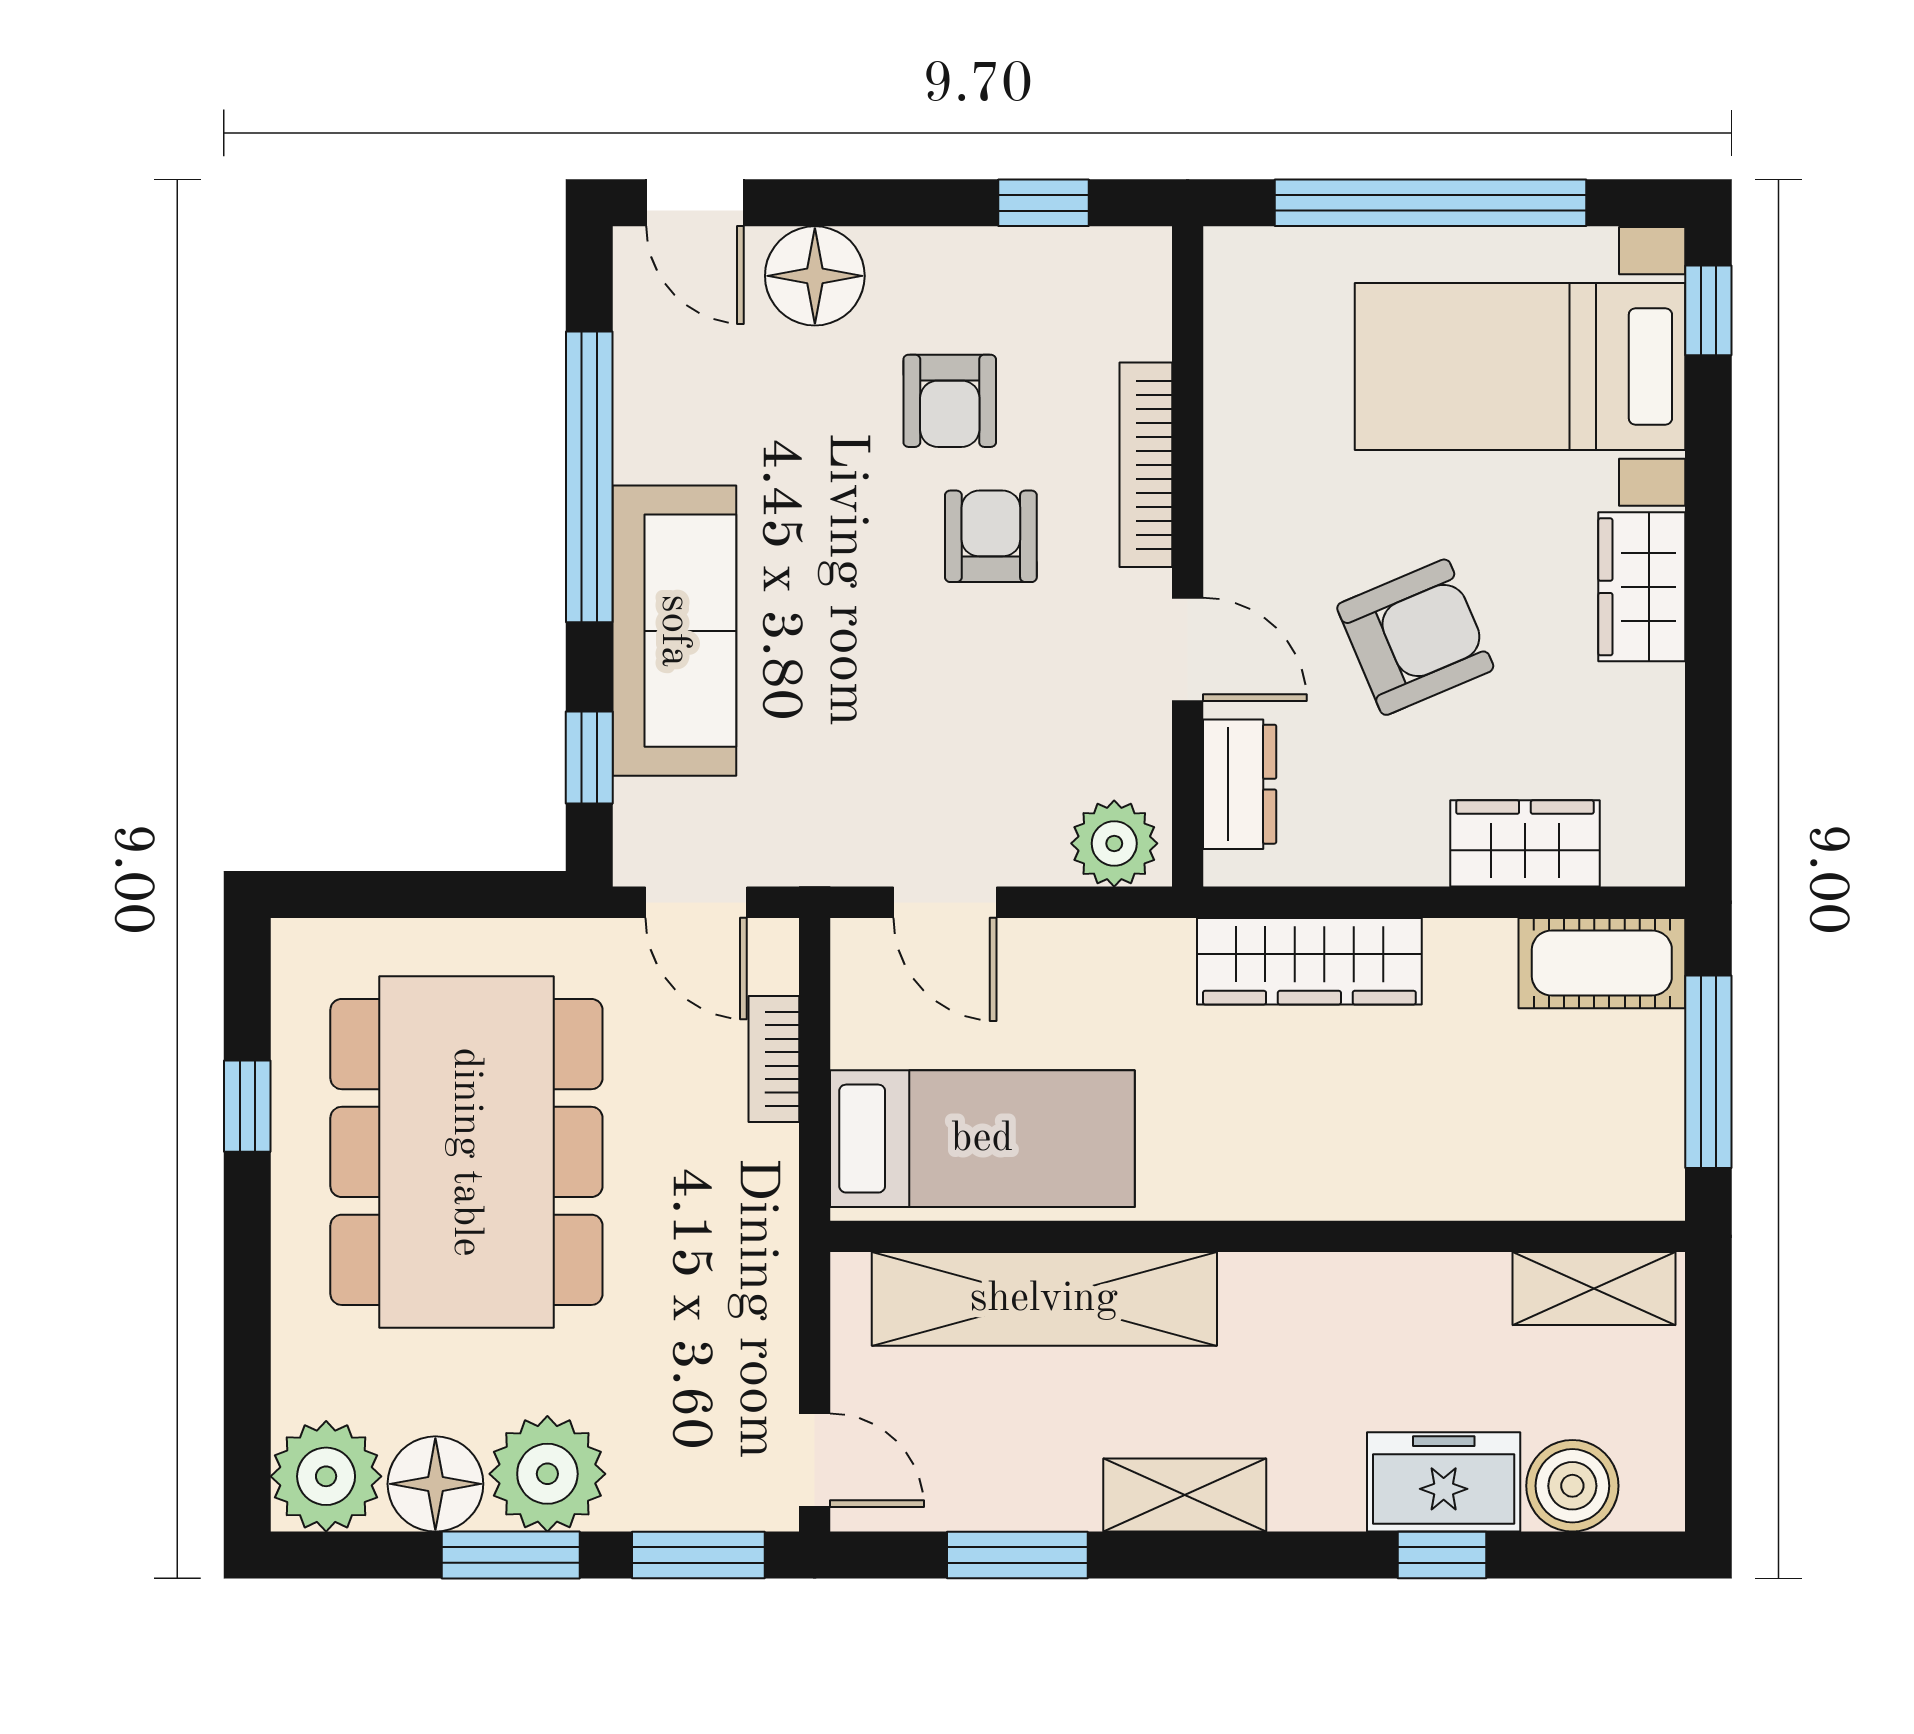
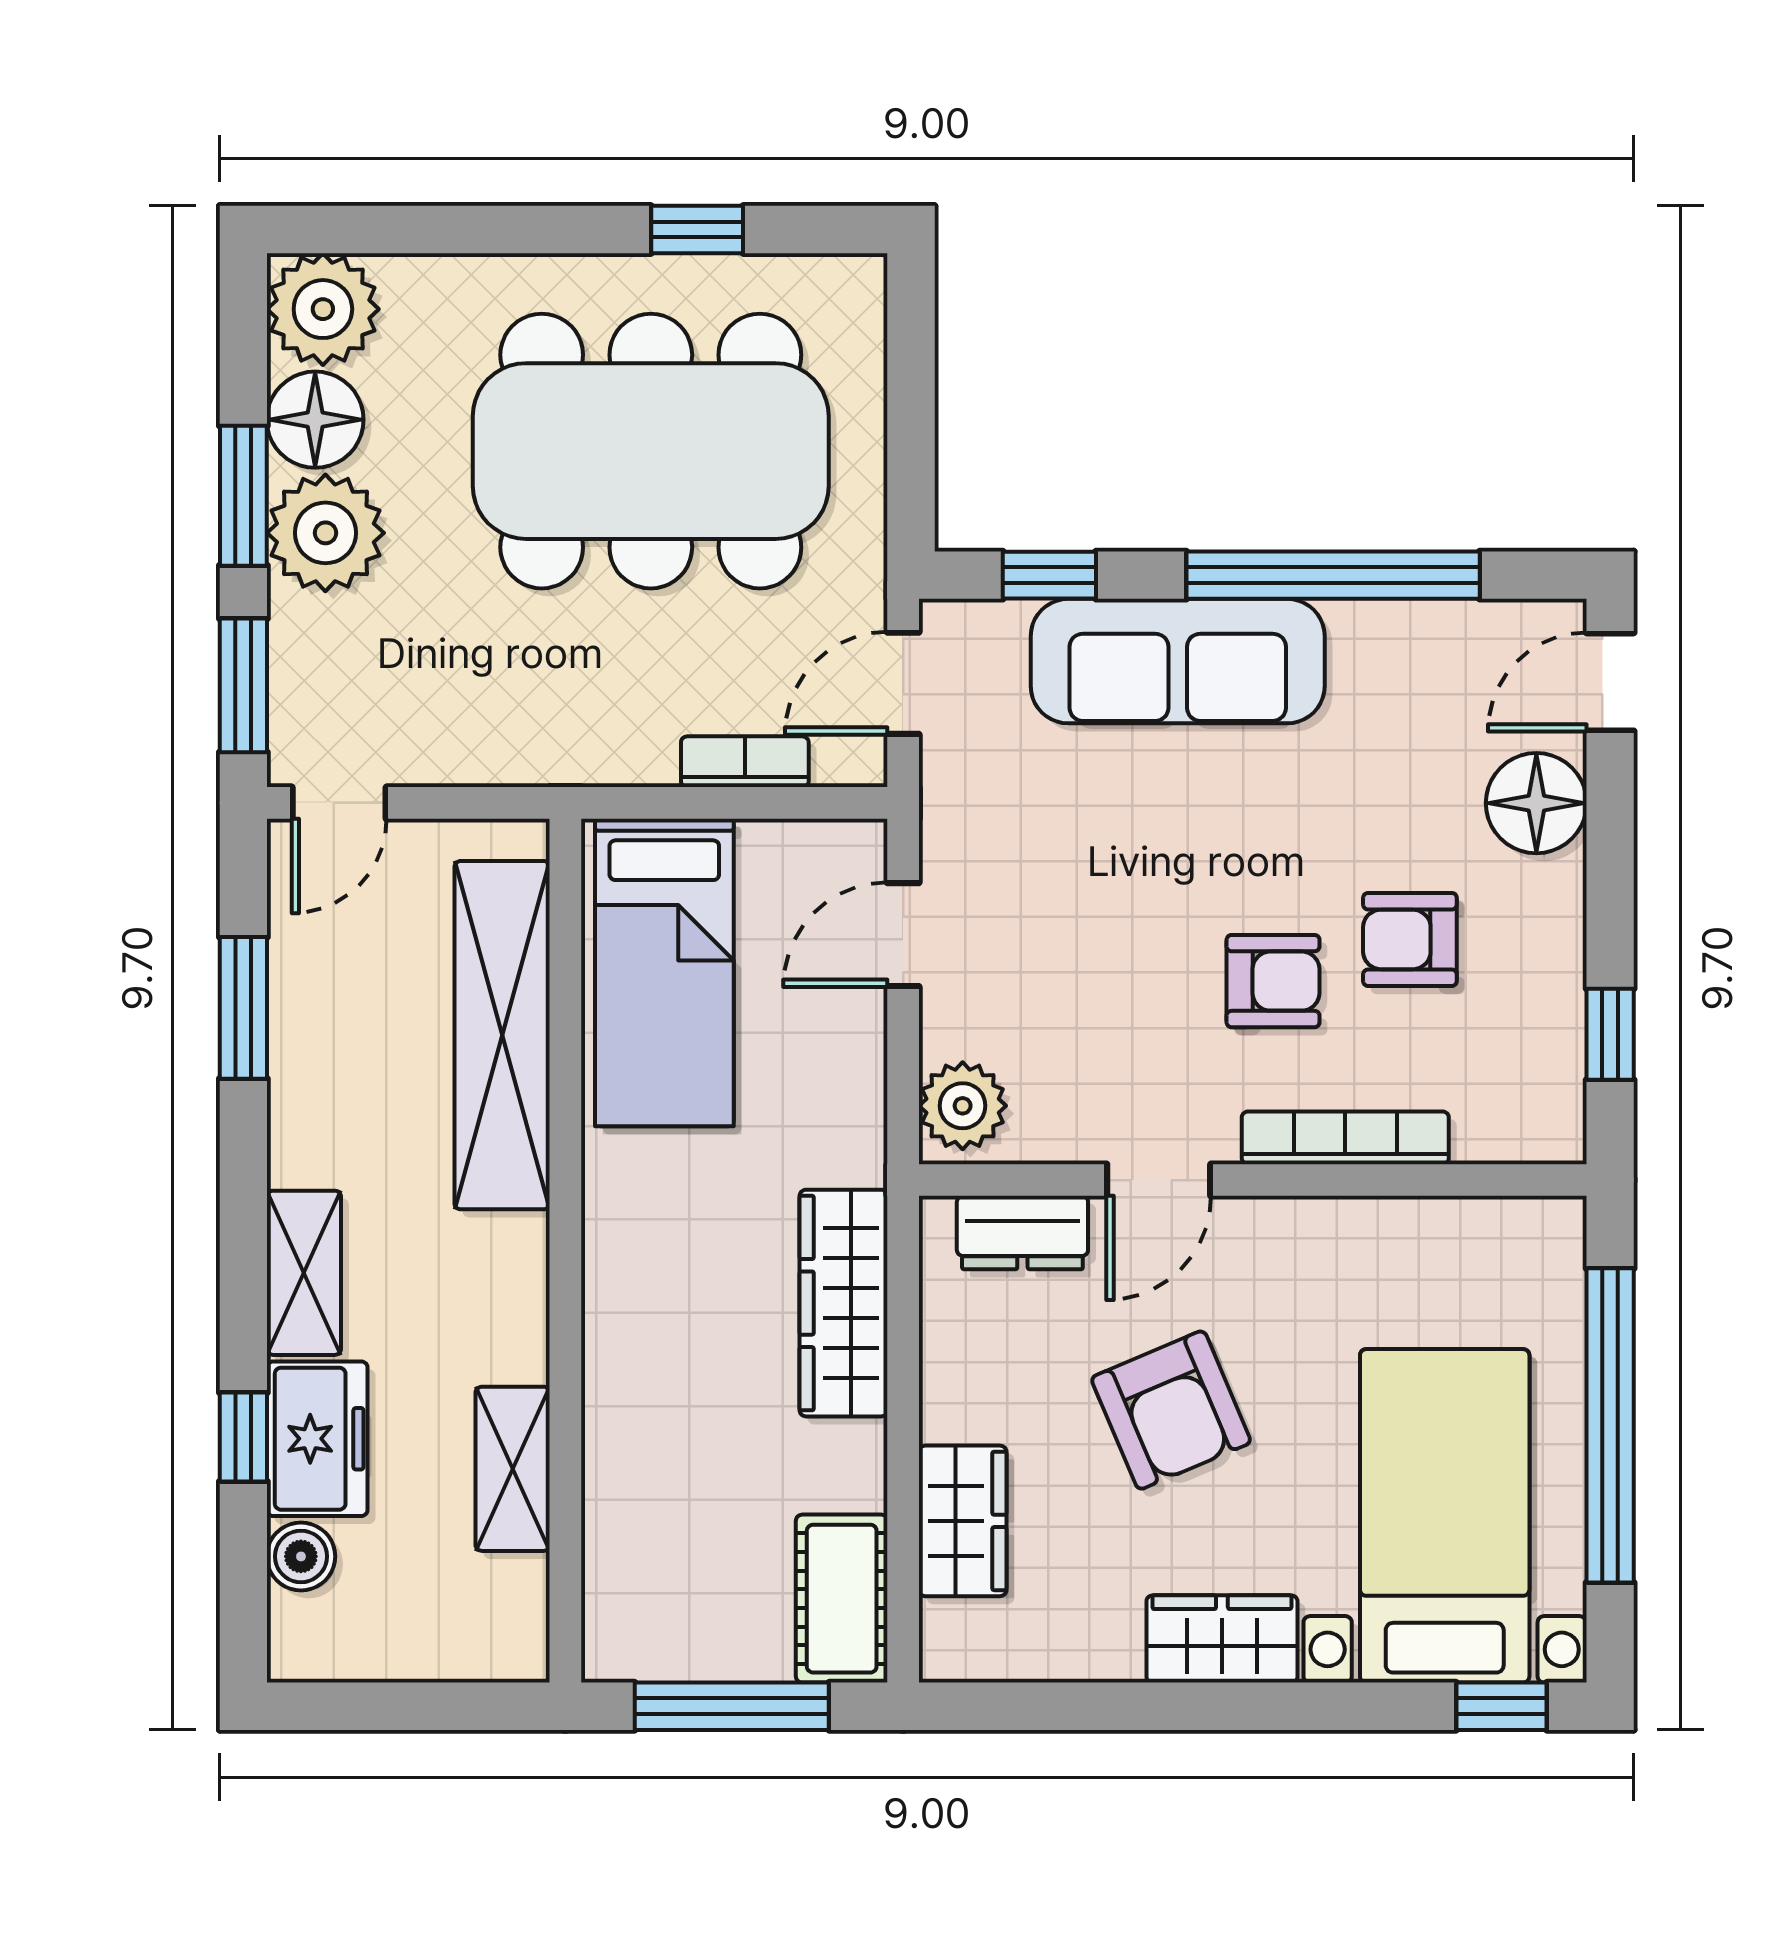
shelving: (1594, 1289) -> (513, 1469), moved
boiler: (1572, 1486) -> (301, 1556), width x0.73, depth x0.73
shelving: (1185, 1495) -> (304, 1273), moved

